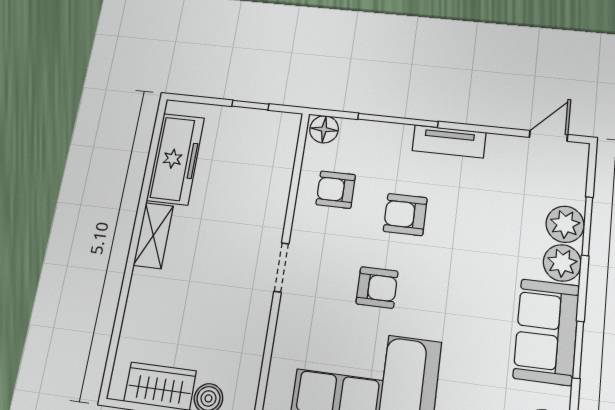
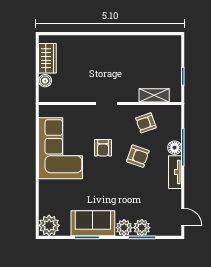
floor lamp: (324, 129) -> (175, 148), moved
freezer: (175, 159) -> (152, 45), removed
armchair: (336, 190) -> (146, 123), turned -109
armchair: (405, 215) -> (138, 156), turned 109
shelving: (153, 236) -> (154, 95), moved

